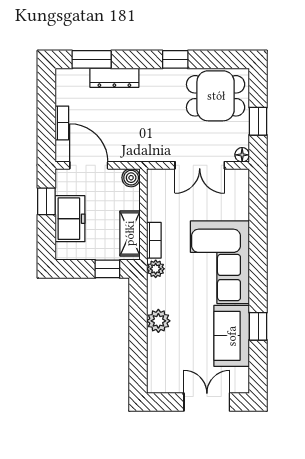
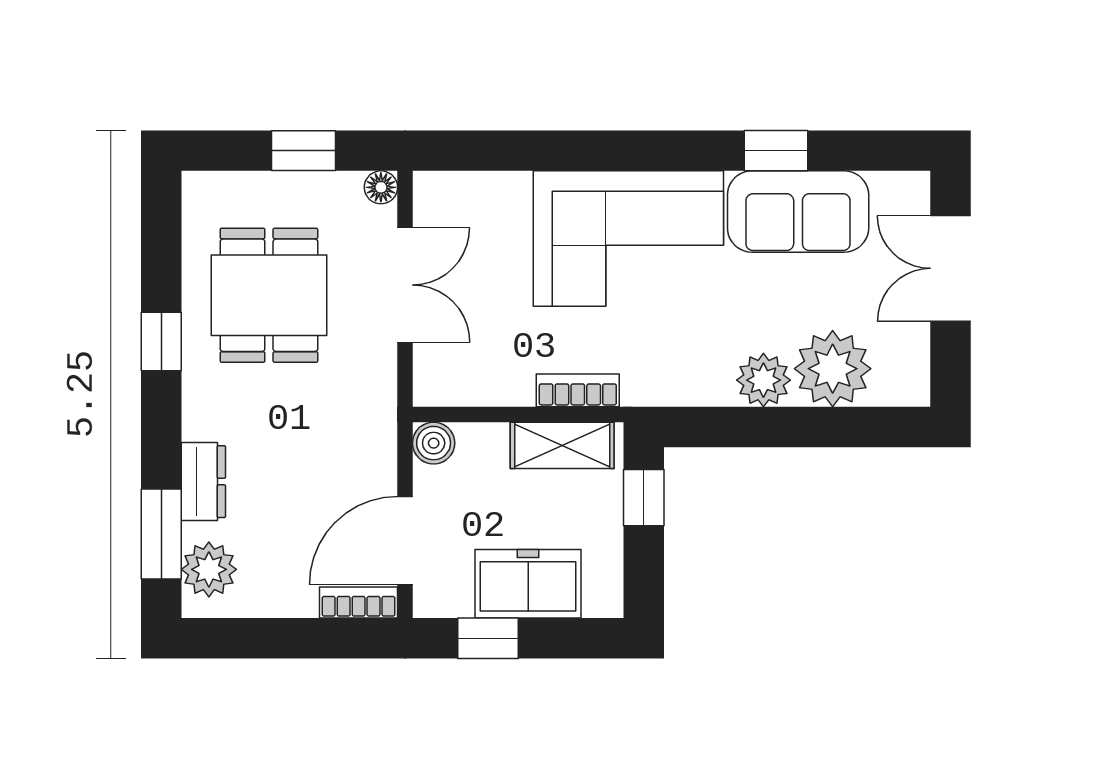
dresser: (114, 78) -> (203, 482), width x0.70
plant: (76, 80) -> (209, 569), added
dining table: (216, 96) -> (269, 295), moved
bookcase: (62, 123) -> (359, 603), moved
plant: (156, 269) -> (833, 369), moved, width x1.88, depth x1.88

